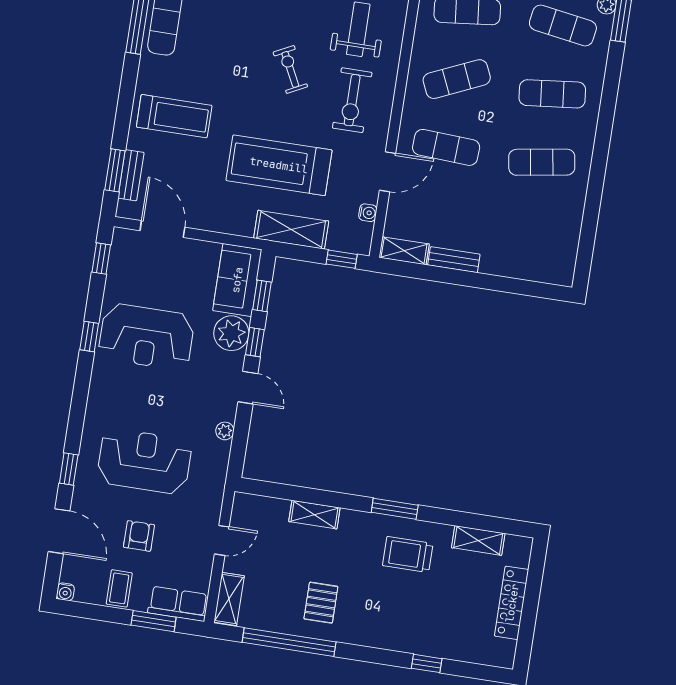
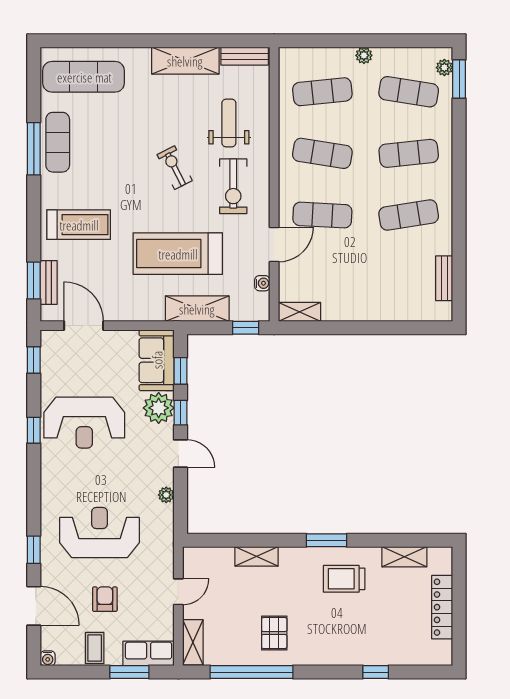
exercise mat: (457, 79) -> (322, 153), turned 33
bench: (454, 260) -> (444, 278), moved, turned 90

